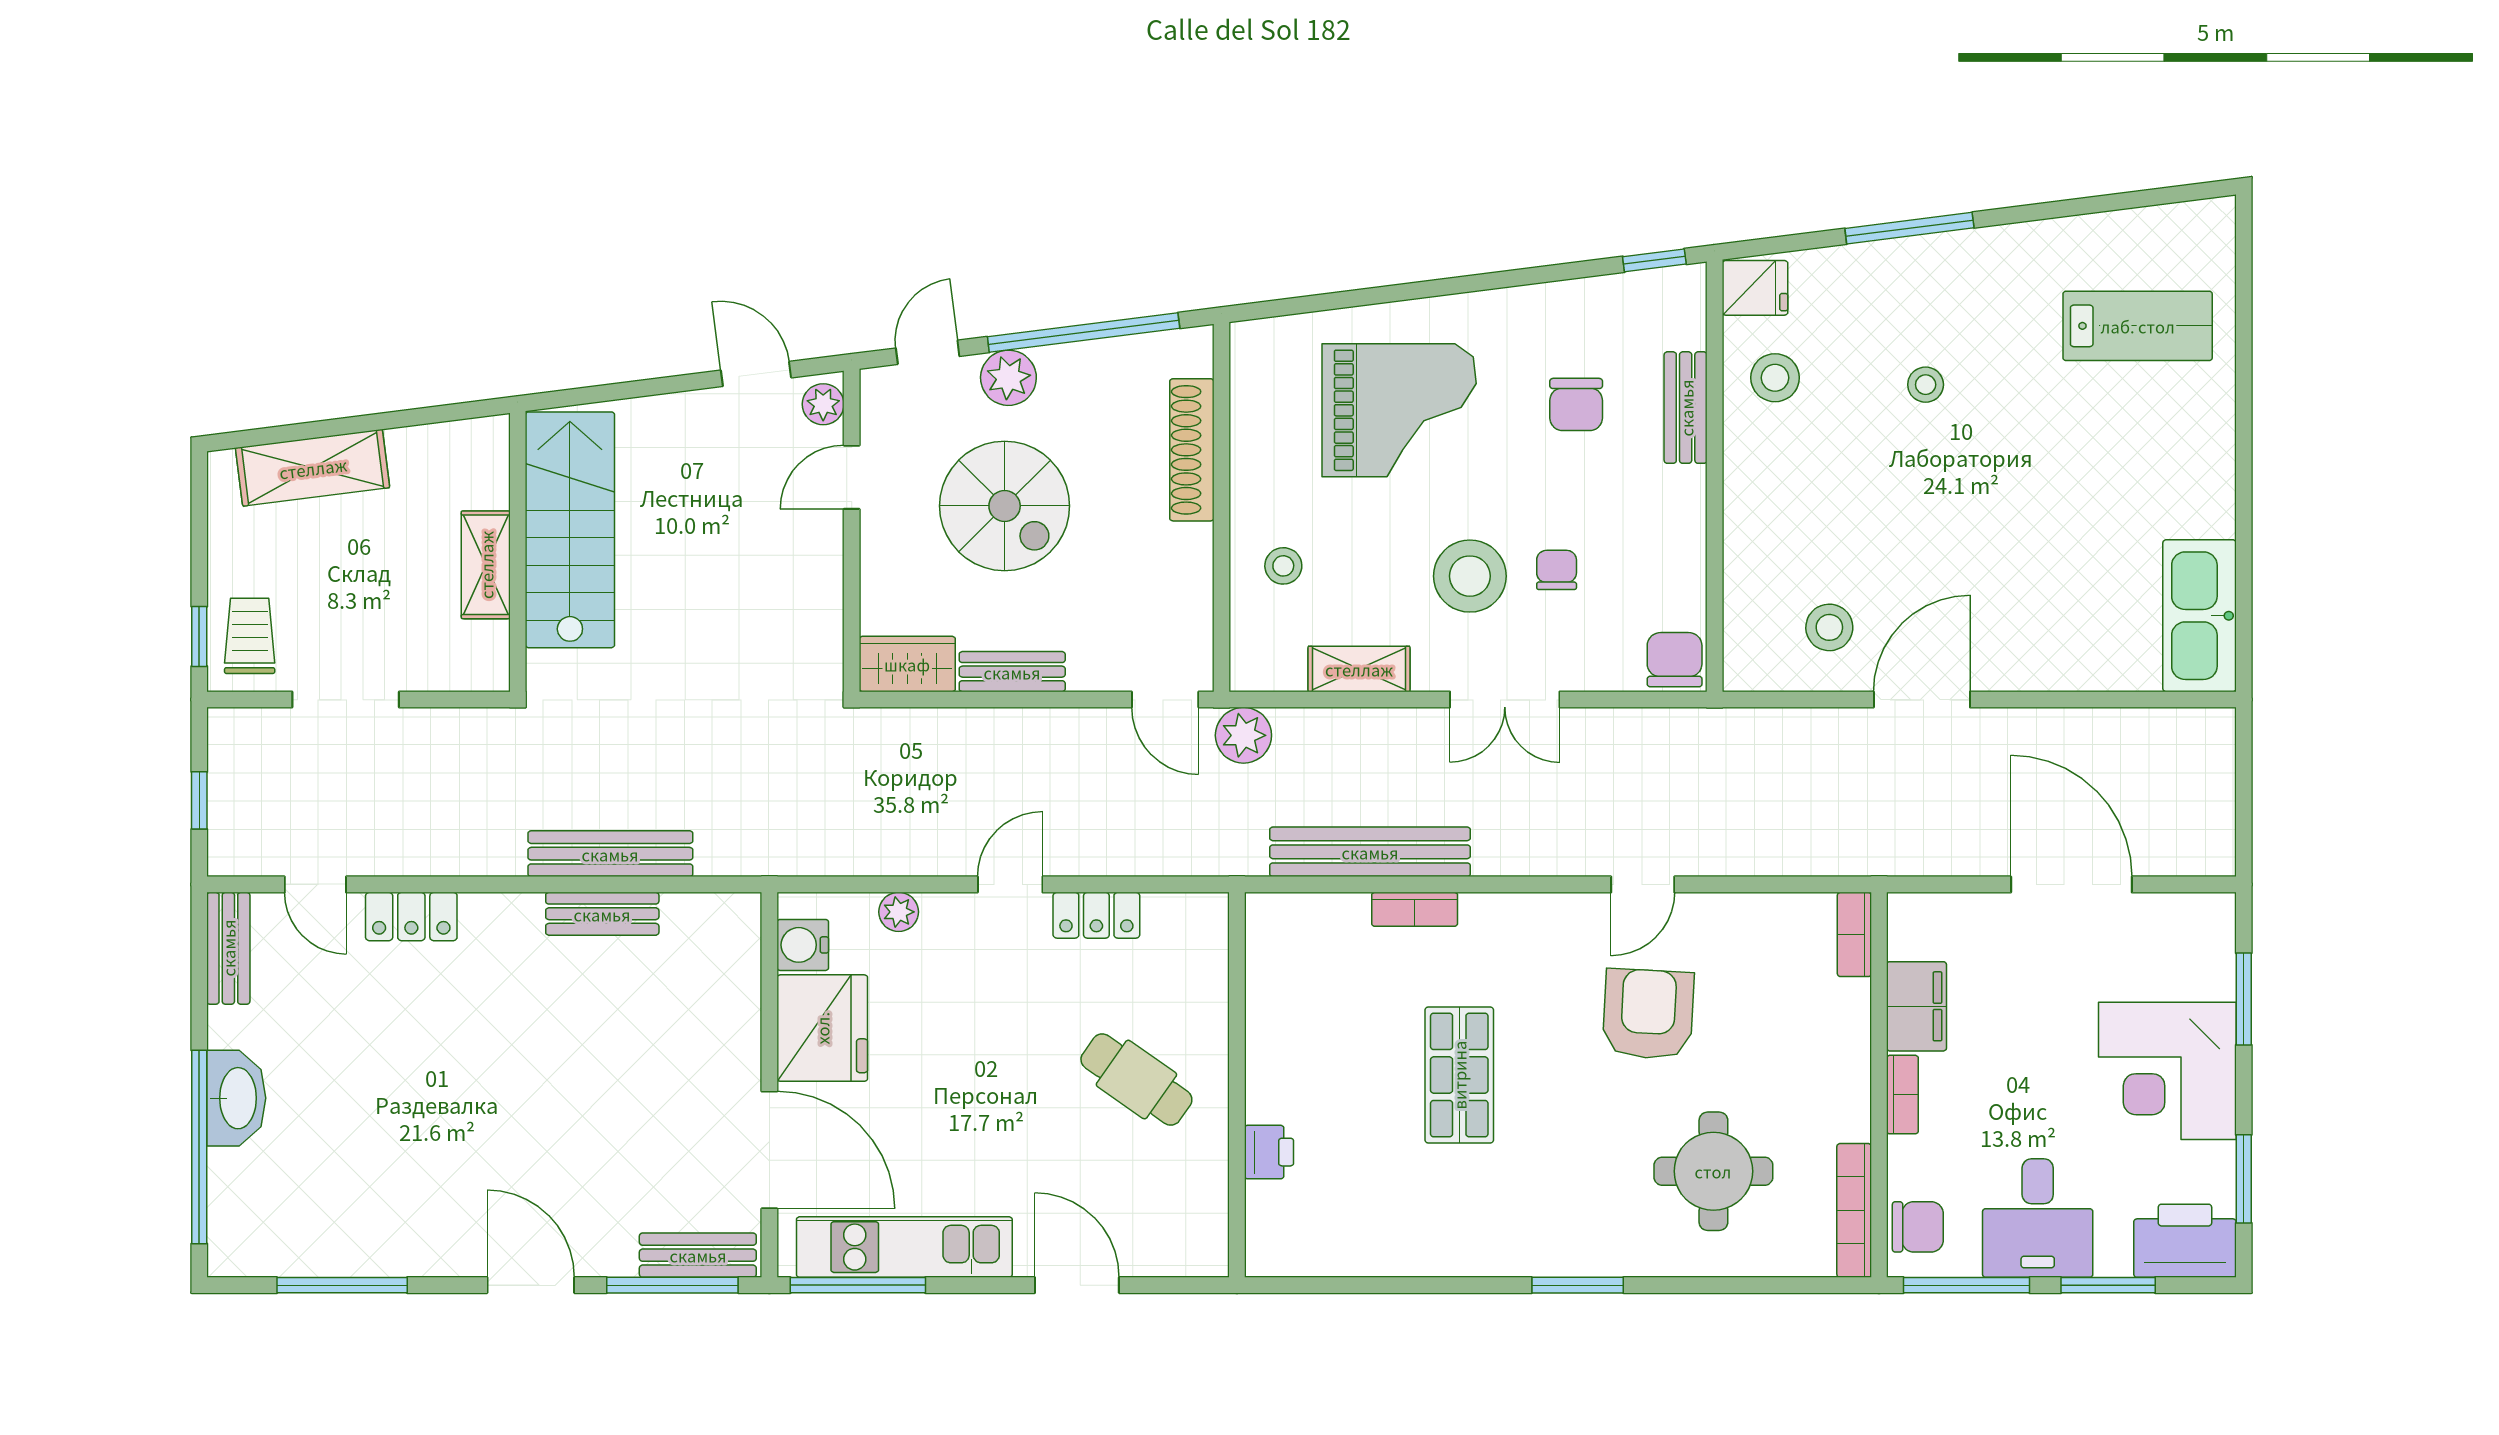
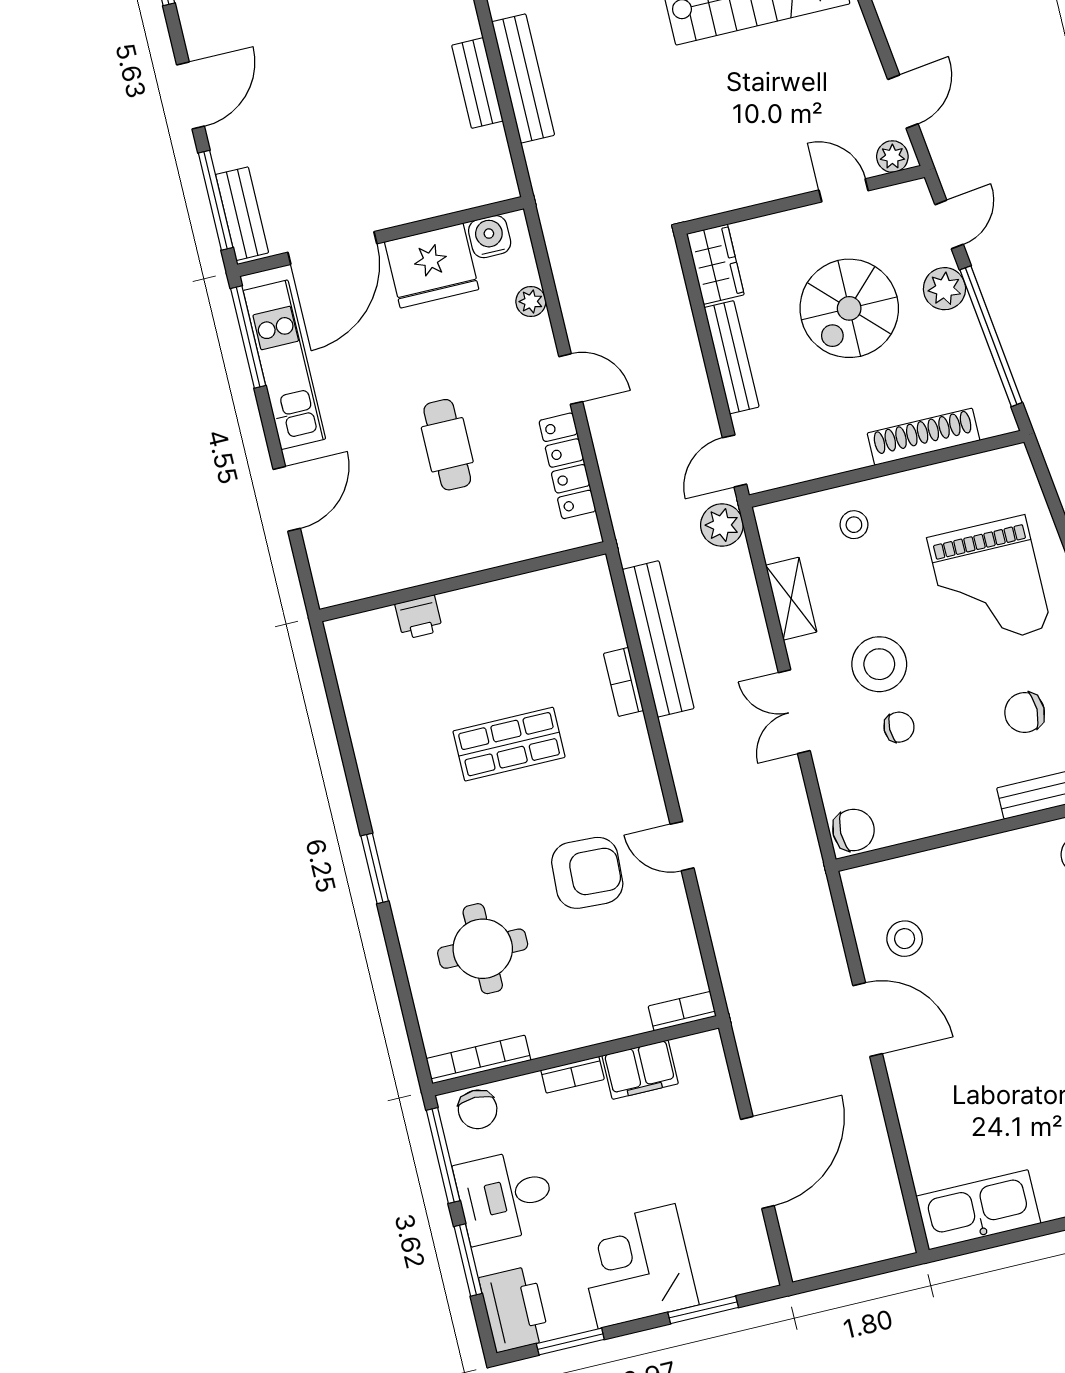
door: (928, 352) -> (949, 225), hinge flipped
bench: (1012, 672) -> (732, 357), width x1.36
locker: (1096, 915) -> (567, 466), width x1.53
cafe table: (1136, 1080) -> (447, 445), moved, turned -35

